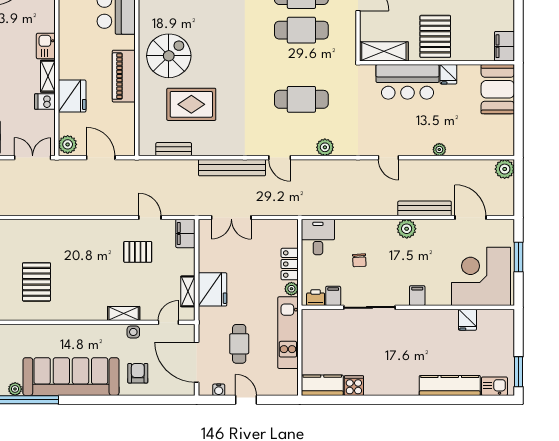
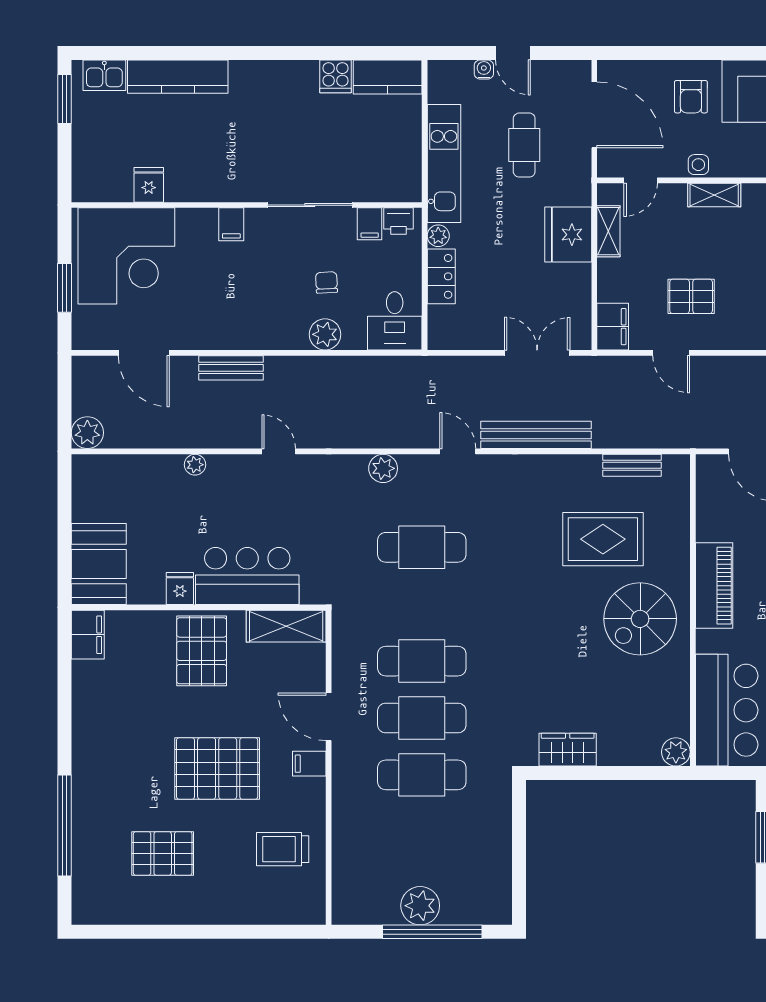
bench: (425, 208) -> (231, 368), width x0.73
plant: (407, 229) -> (325, 334), moved
water cooler: (219, 390) -> (484, 69), moved

